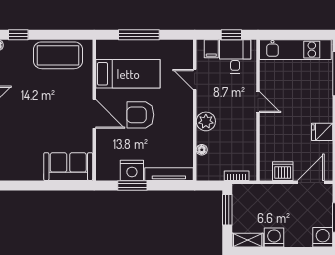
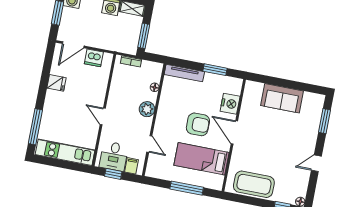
sofa: (68, 167) -> (282, 98), moved
nightstand: (132, 170) -> (230, 104), moved, turned 90

